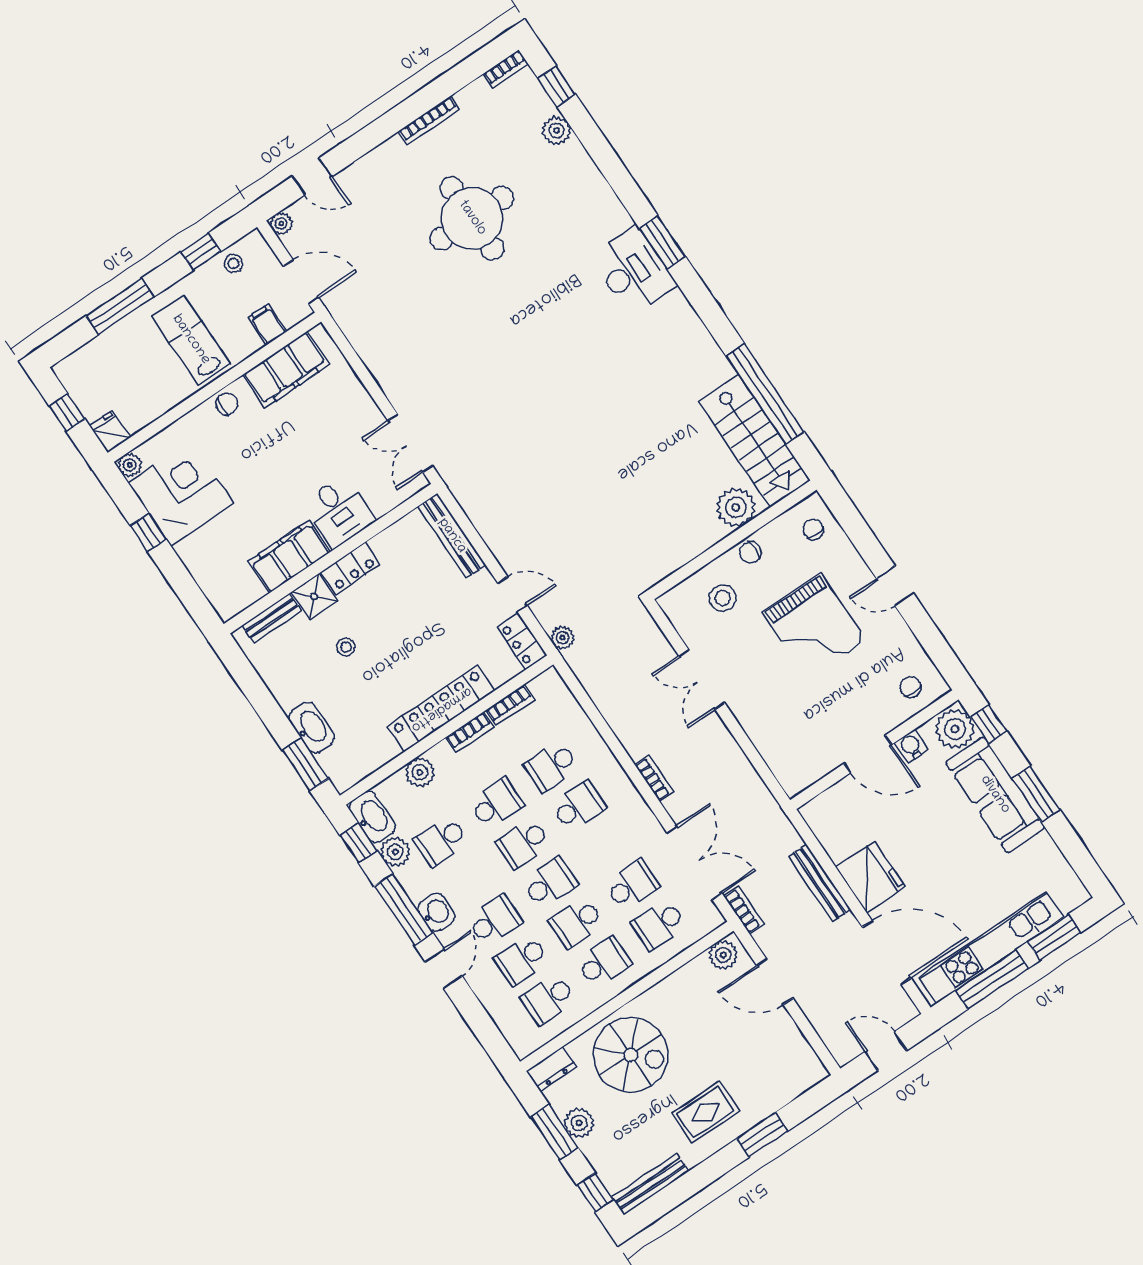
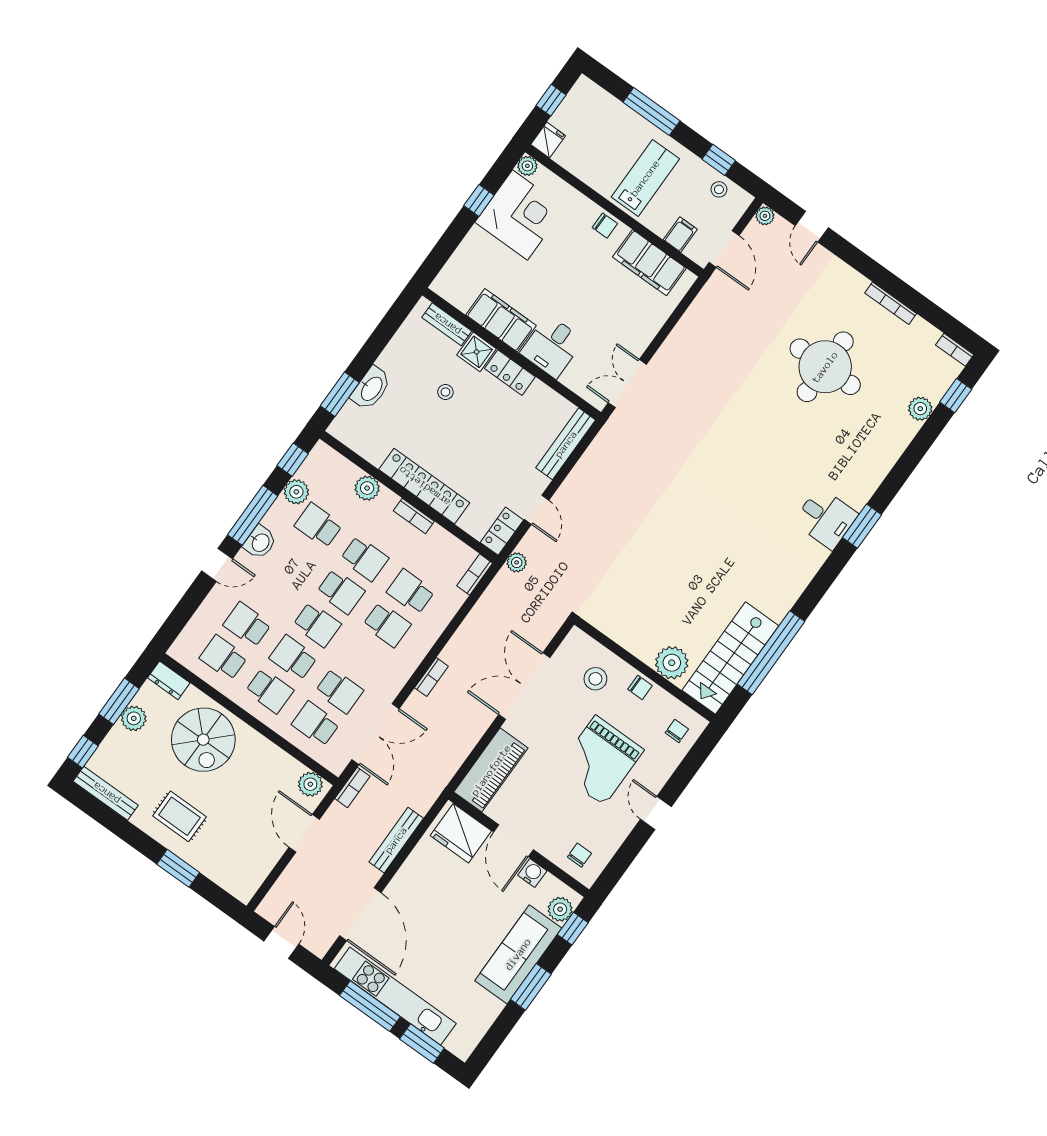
desk: (633, 271) -> (826, 518), width x0.73
chair: (750, 552) -> (640, 687), turned 180
double door: (702, 679) -> (524, 686), width x1.37
bookcase: (510, 705) -> (475, 574), moved, turned 90
plant: (955, 729) -> (560, 909), width x0.73, depth x0.73
piano: (781, 750) -> (491, 770), added
washbasin: (372, 817) -> (318, 463), removed
school desk: (523, 843) -> (341, 592), turned 180
fridge: (871, 877) -> (461, 833), moved, turned 90
school desk: (495, 920) -> (271, 591), removed

